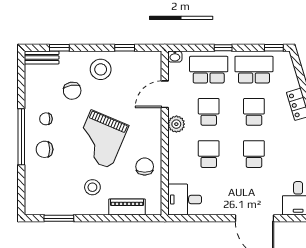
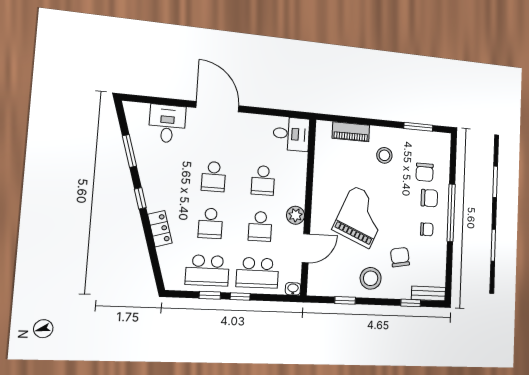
window: (274, 48) -> (210, 295), moved
grand piano: (101, 139) -> (361, 217), moved
chair: (145, 167) -> (425, 172), moved

